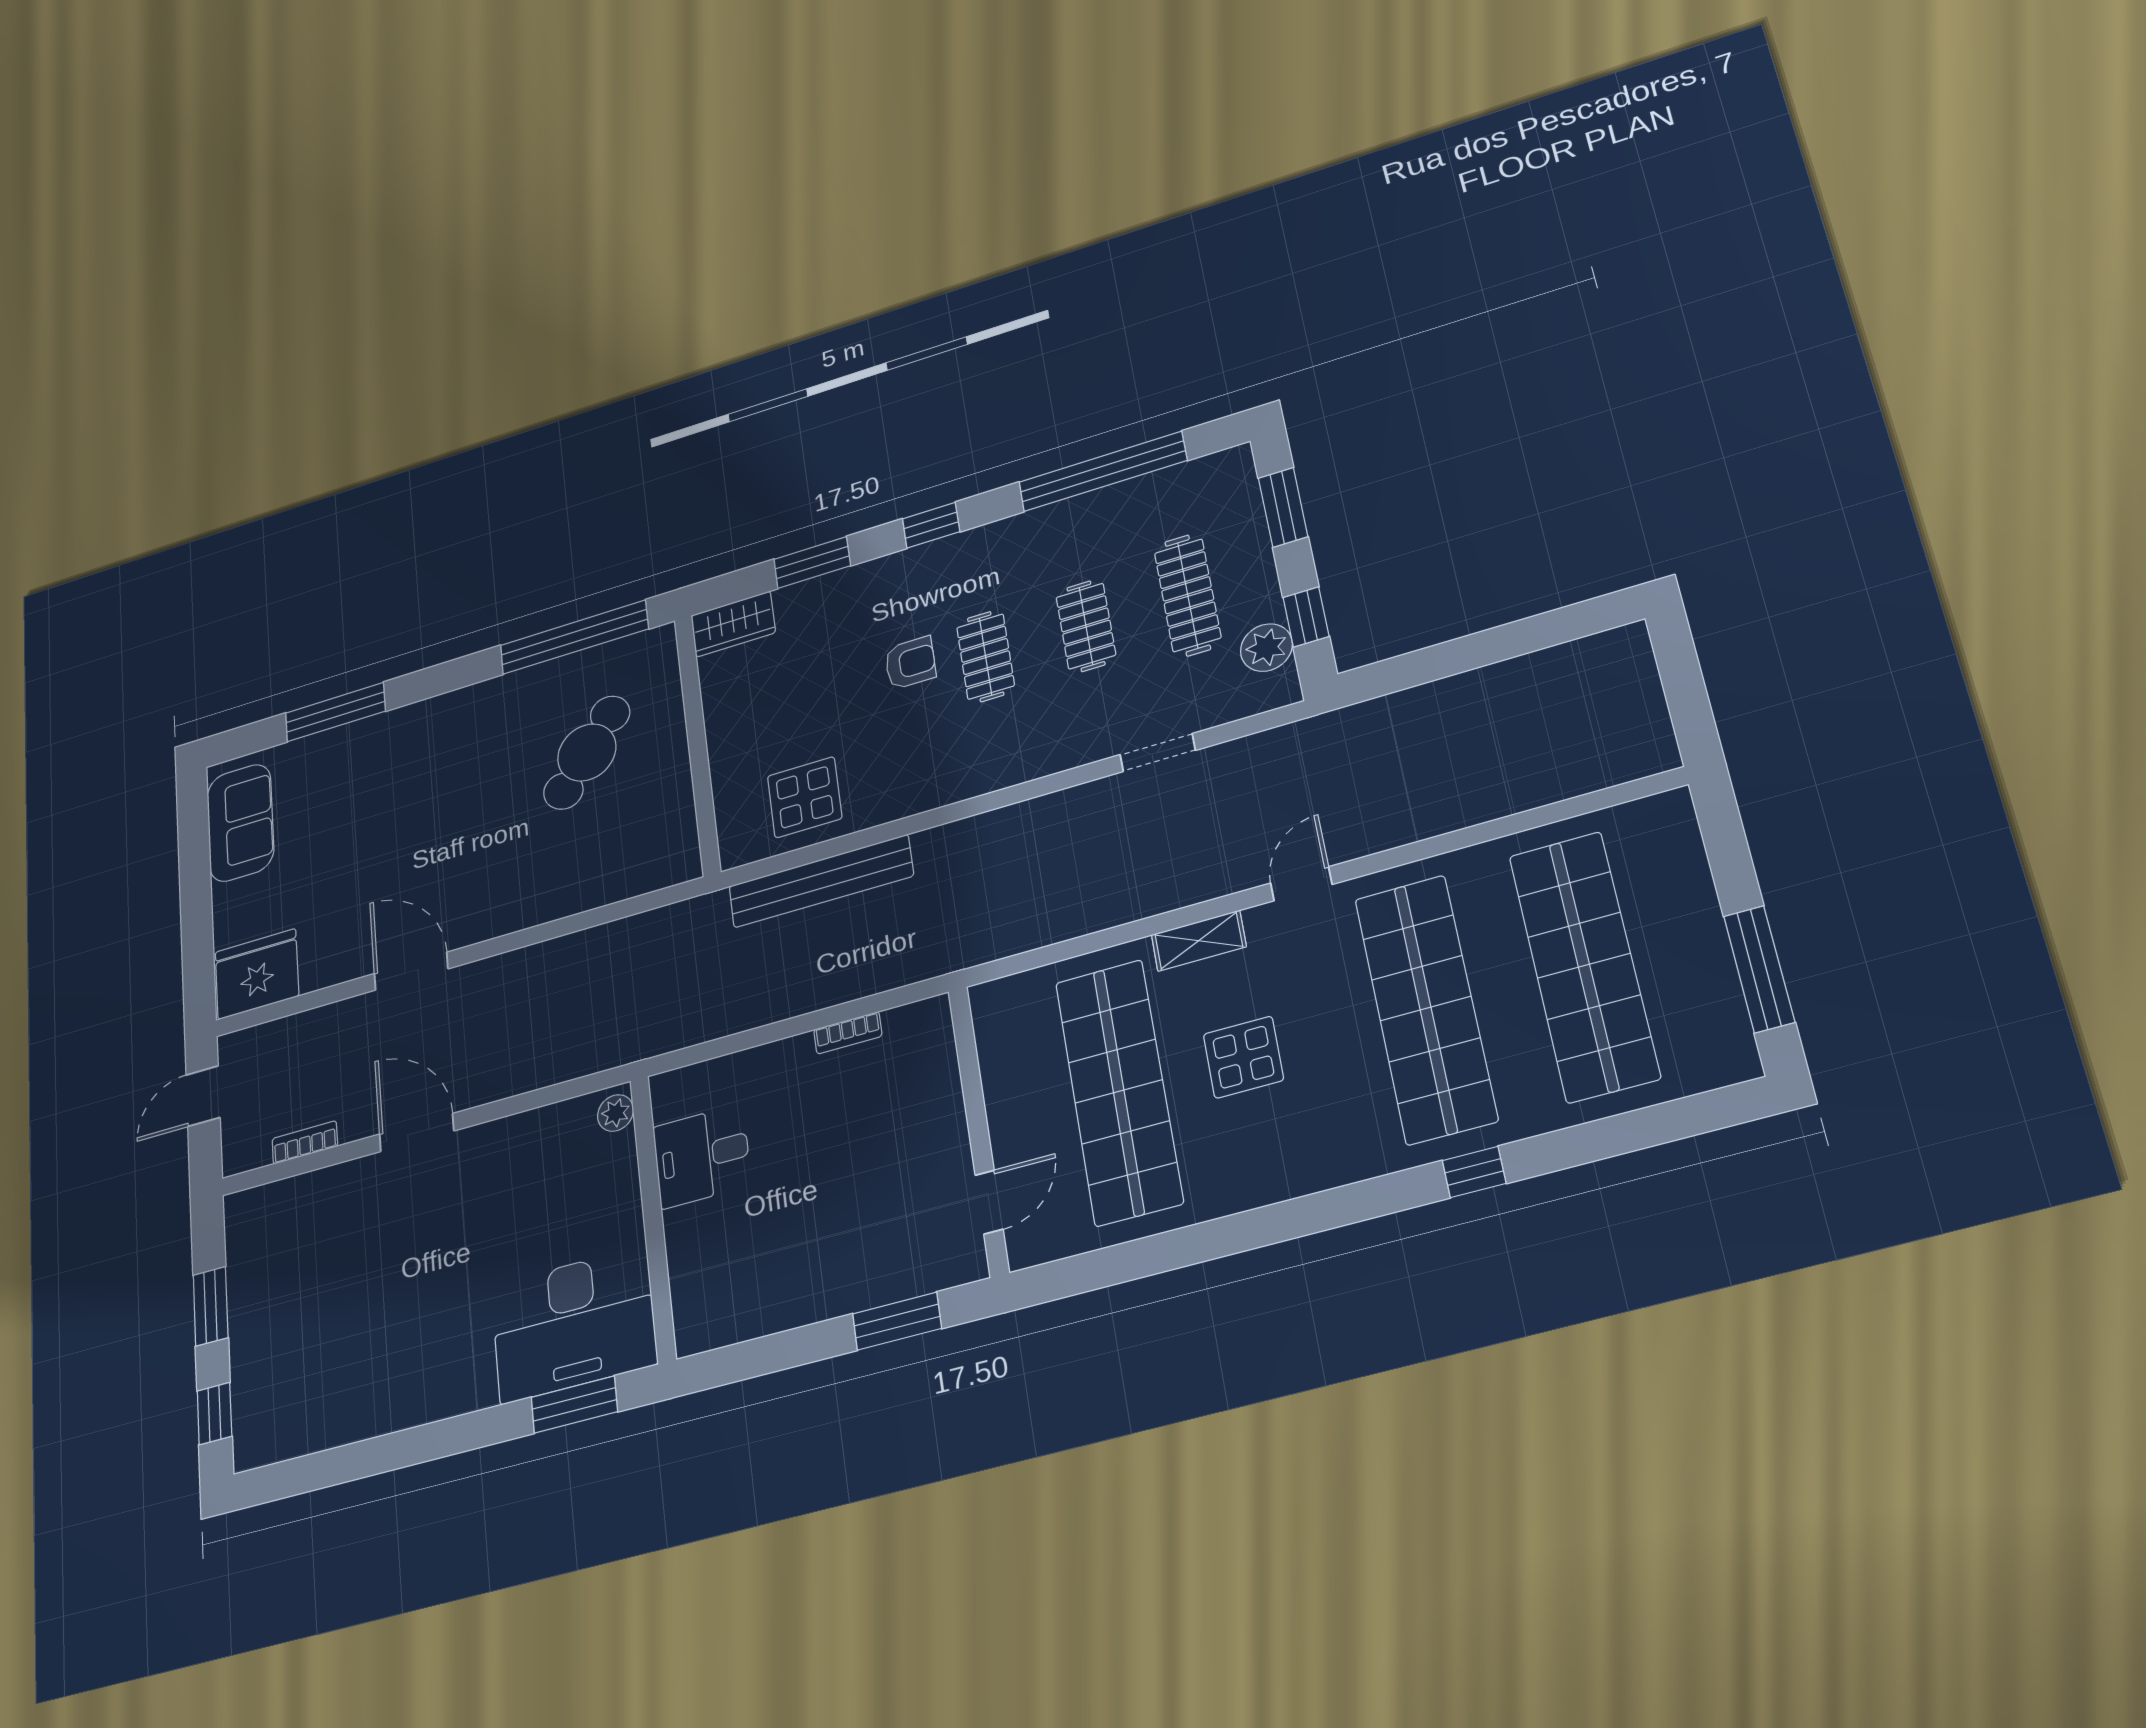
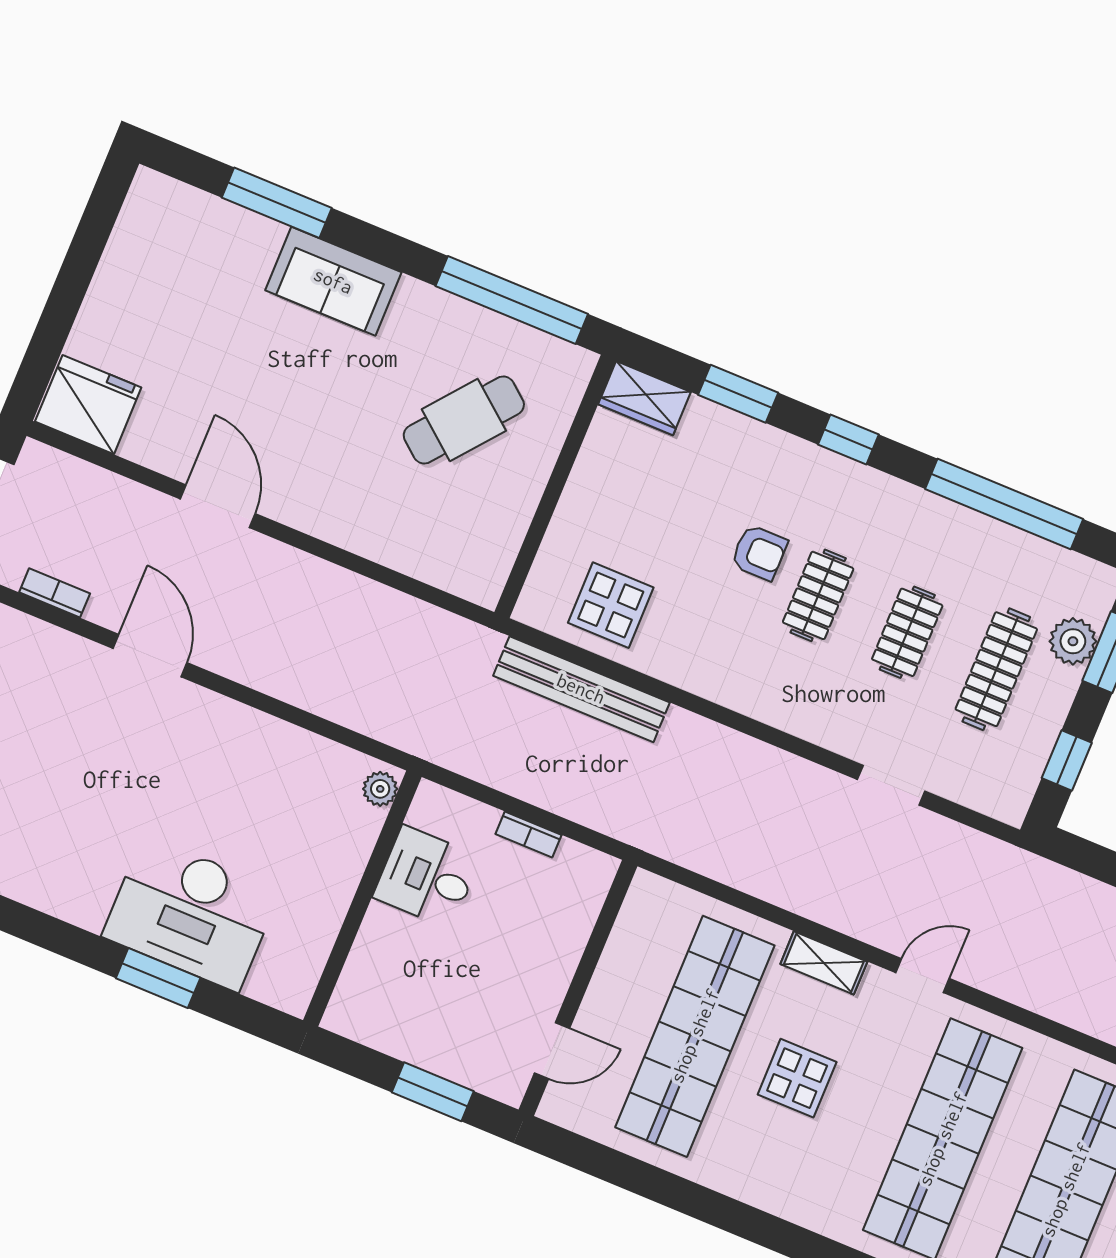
plant: (1266, 648) -> (1073, 641), moved
sofa: (240, 823) -> (333, 281), moved, turned 90
plant: (615, 1113) -> (380, 789), moved
desk: (702, 1156) -> (427, 877), moved
wall: (653, 1217) -> (362, 899), moved

